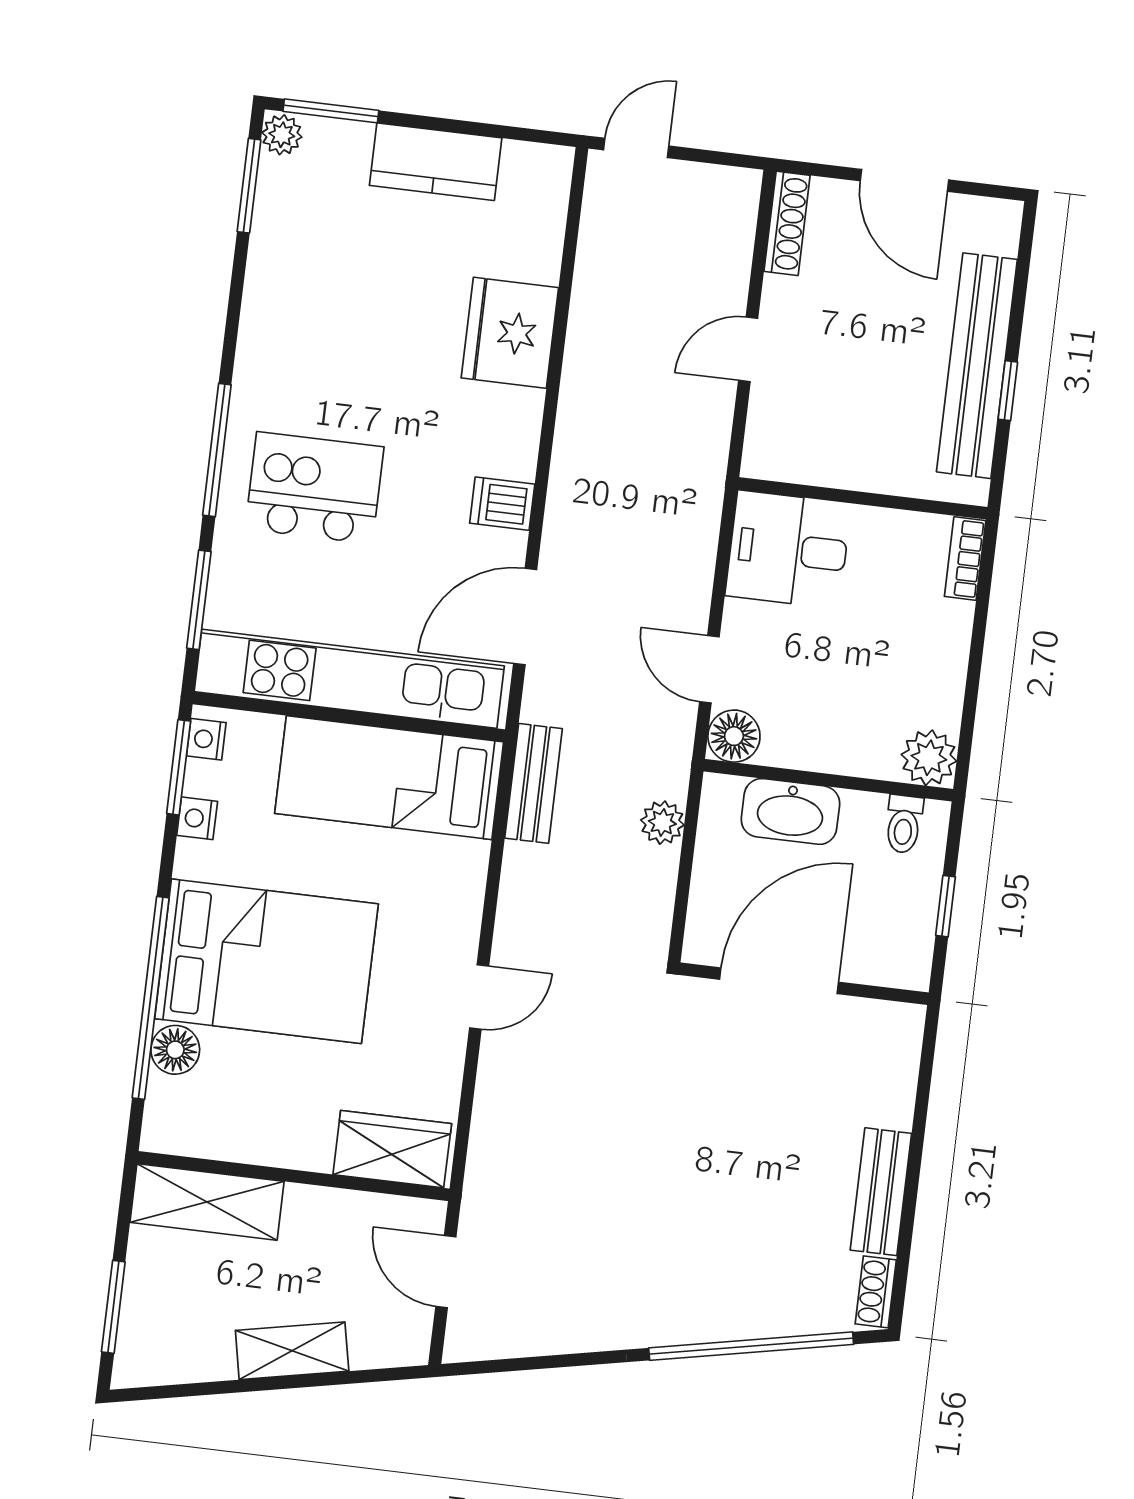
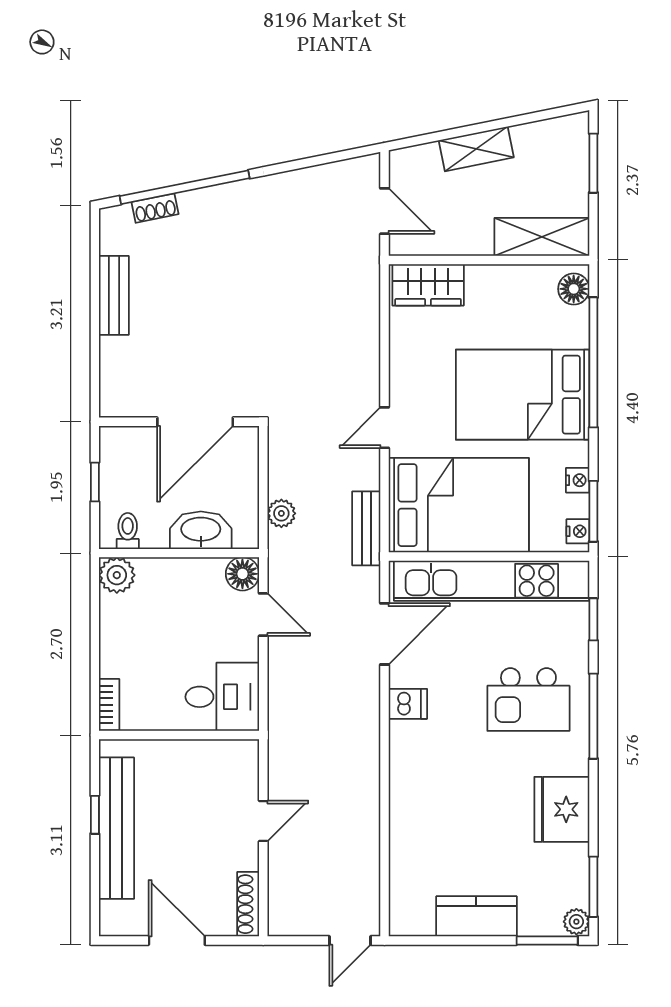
fridge: (510, 333) -> (562, 809), moved, turned 180
window: (199, 600) -> (593, 619), width x0.67
bed: (389, 778) -> (459, 505), width x1.50
door: (479, 997) -> (385, 428), moved
floor lamp: (175, 1050) -> (574, 289), moved
shoe rack: (876, 1292) -> (155, 208), moved, turned 79

